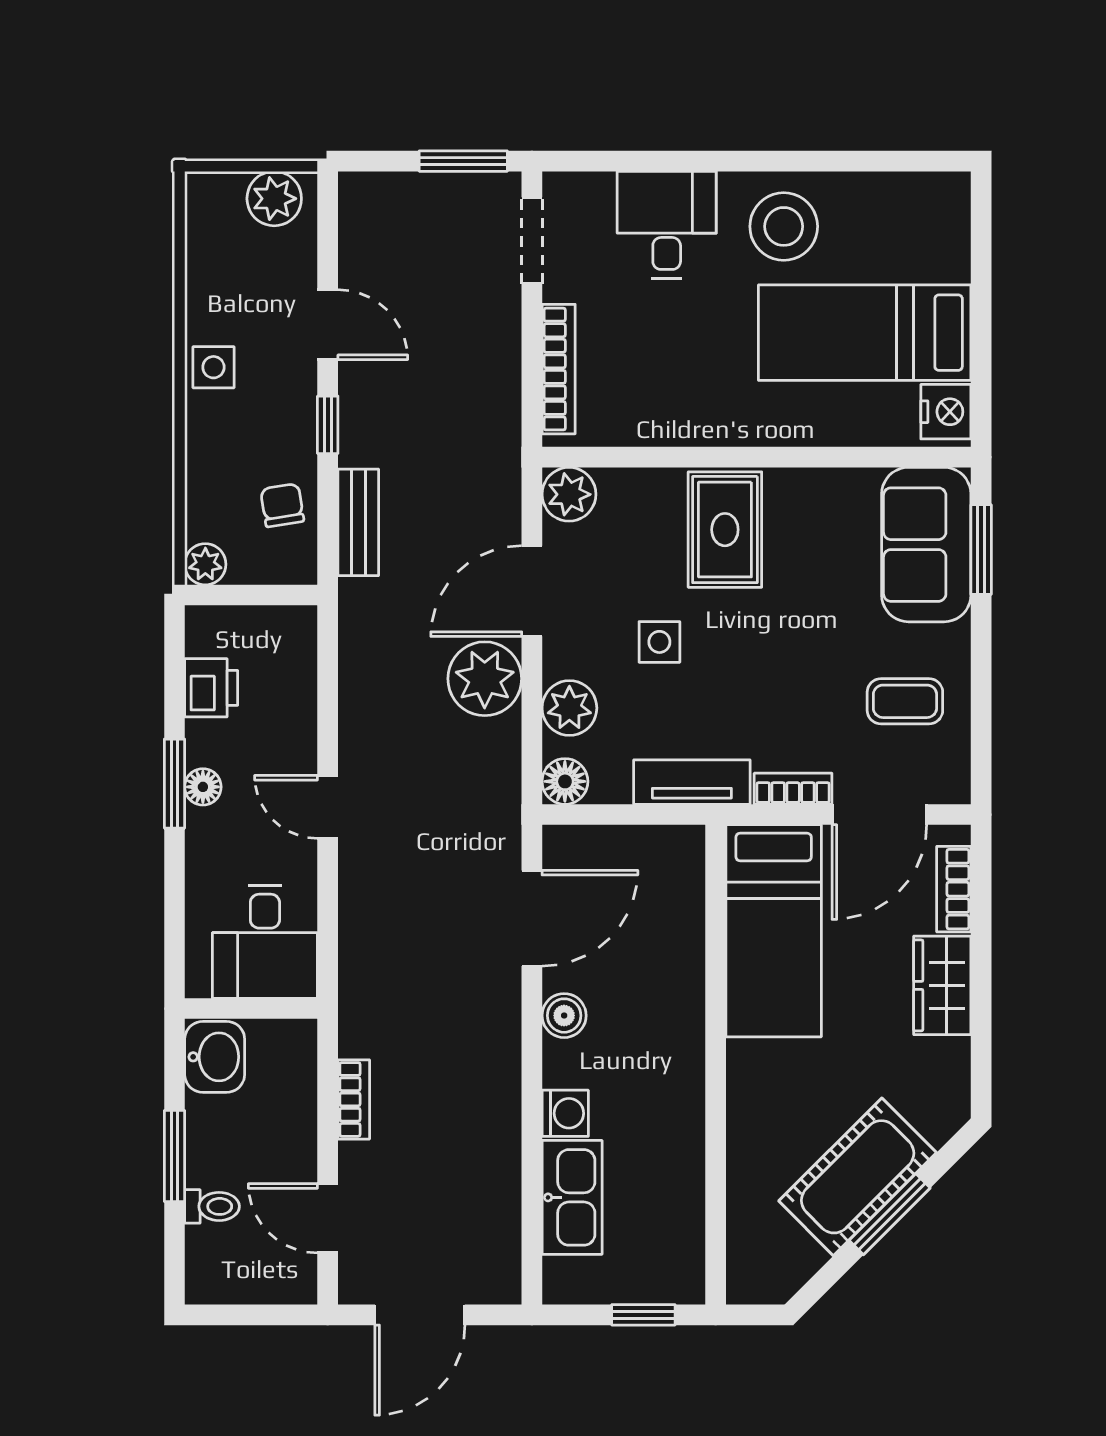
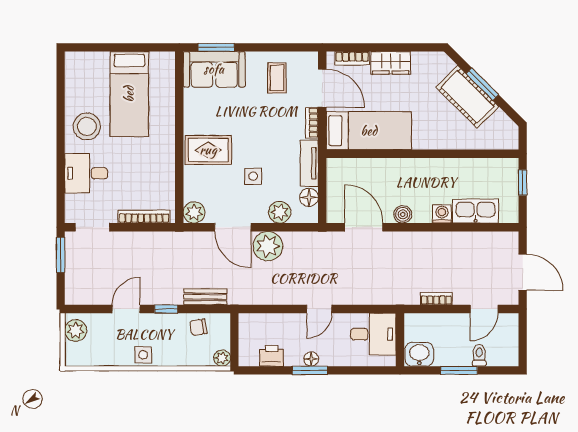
nightstand: (946, 412) -> (161, 62), removed
floor lamp: (565, 781) -> (309, 197), moved

